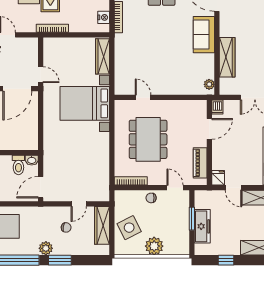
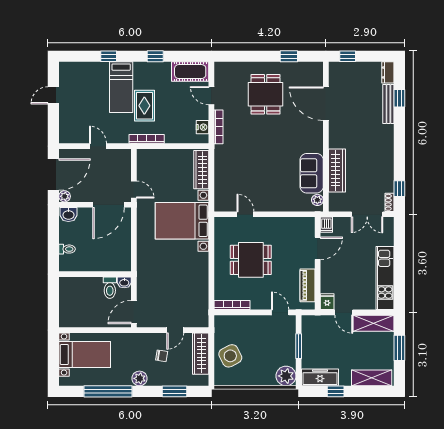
sofa: (204, 35) -> (312, 173), moved
dining table: (148, 139) -> (251, 260), width x0.73
chair: (151, 198) -> (254, 324), removed
freezer: (202, 226) -> (320, 377), moved, turned -90
plant: (154, 246) -> (286, 376), moved
window: (60, 260) -> (174, 391), moved

